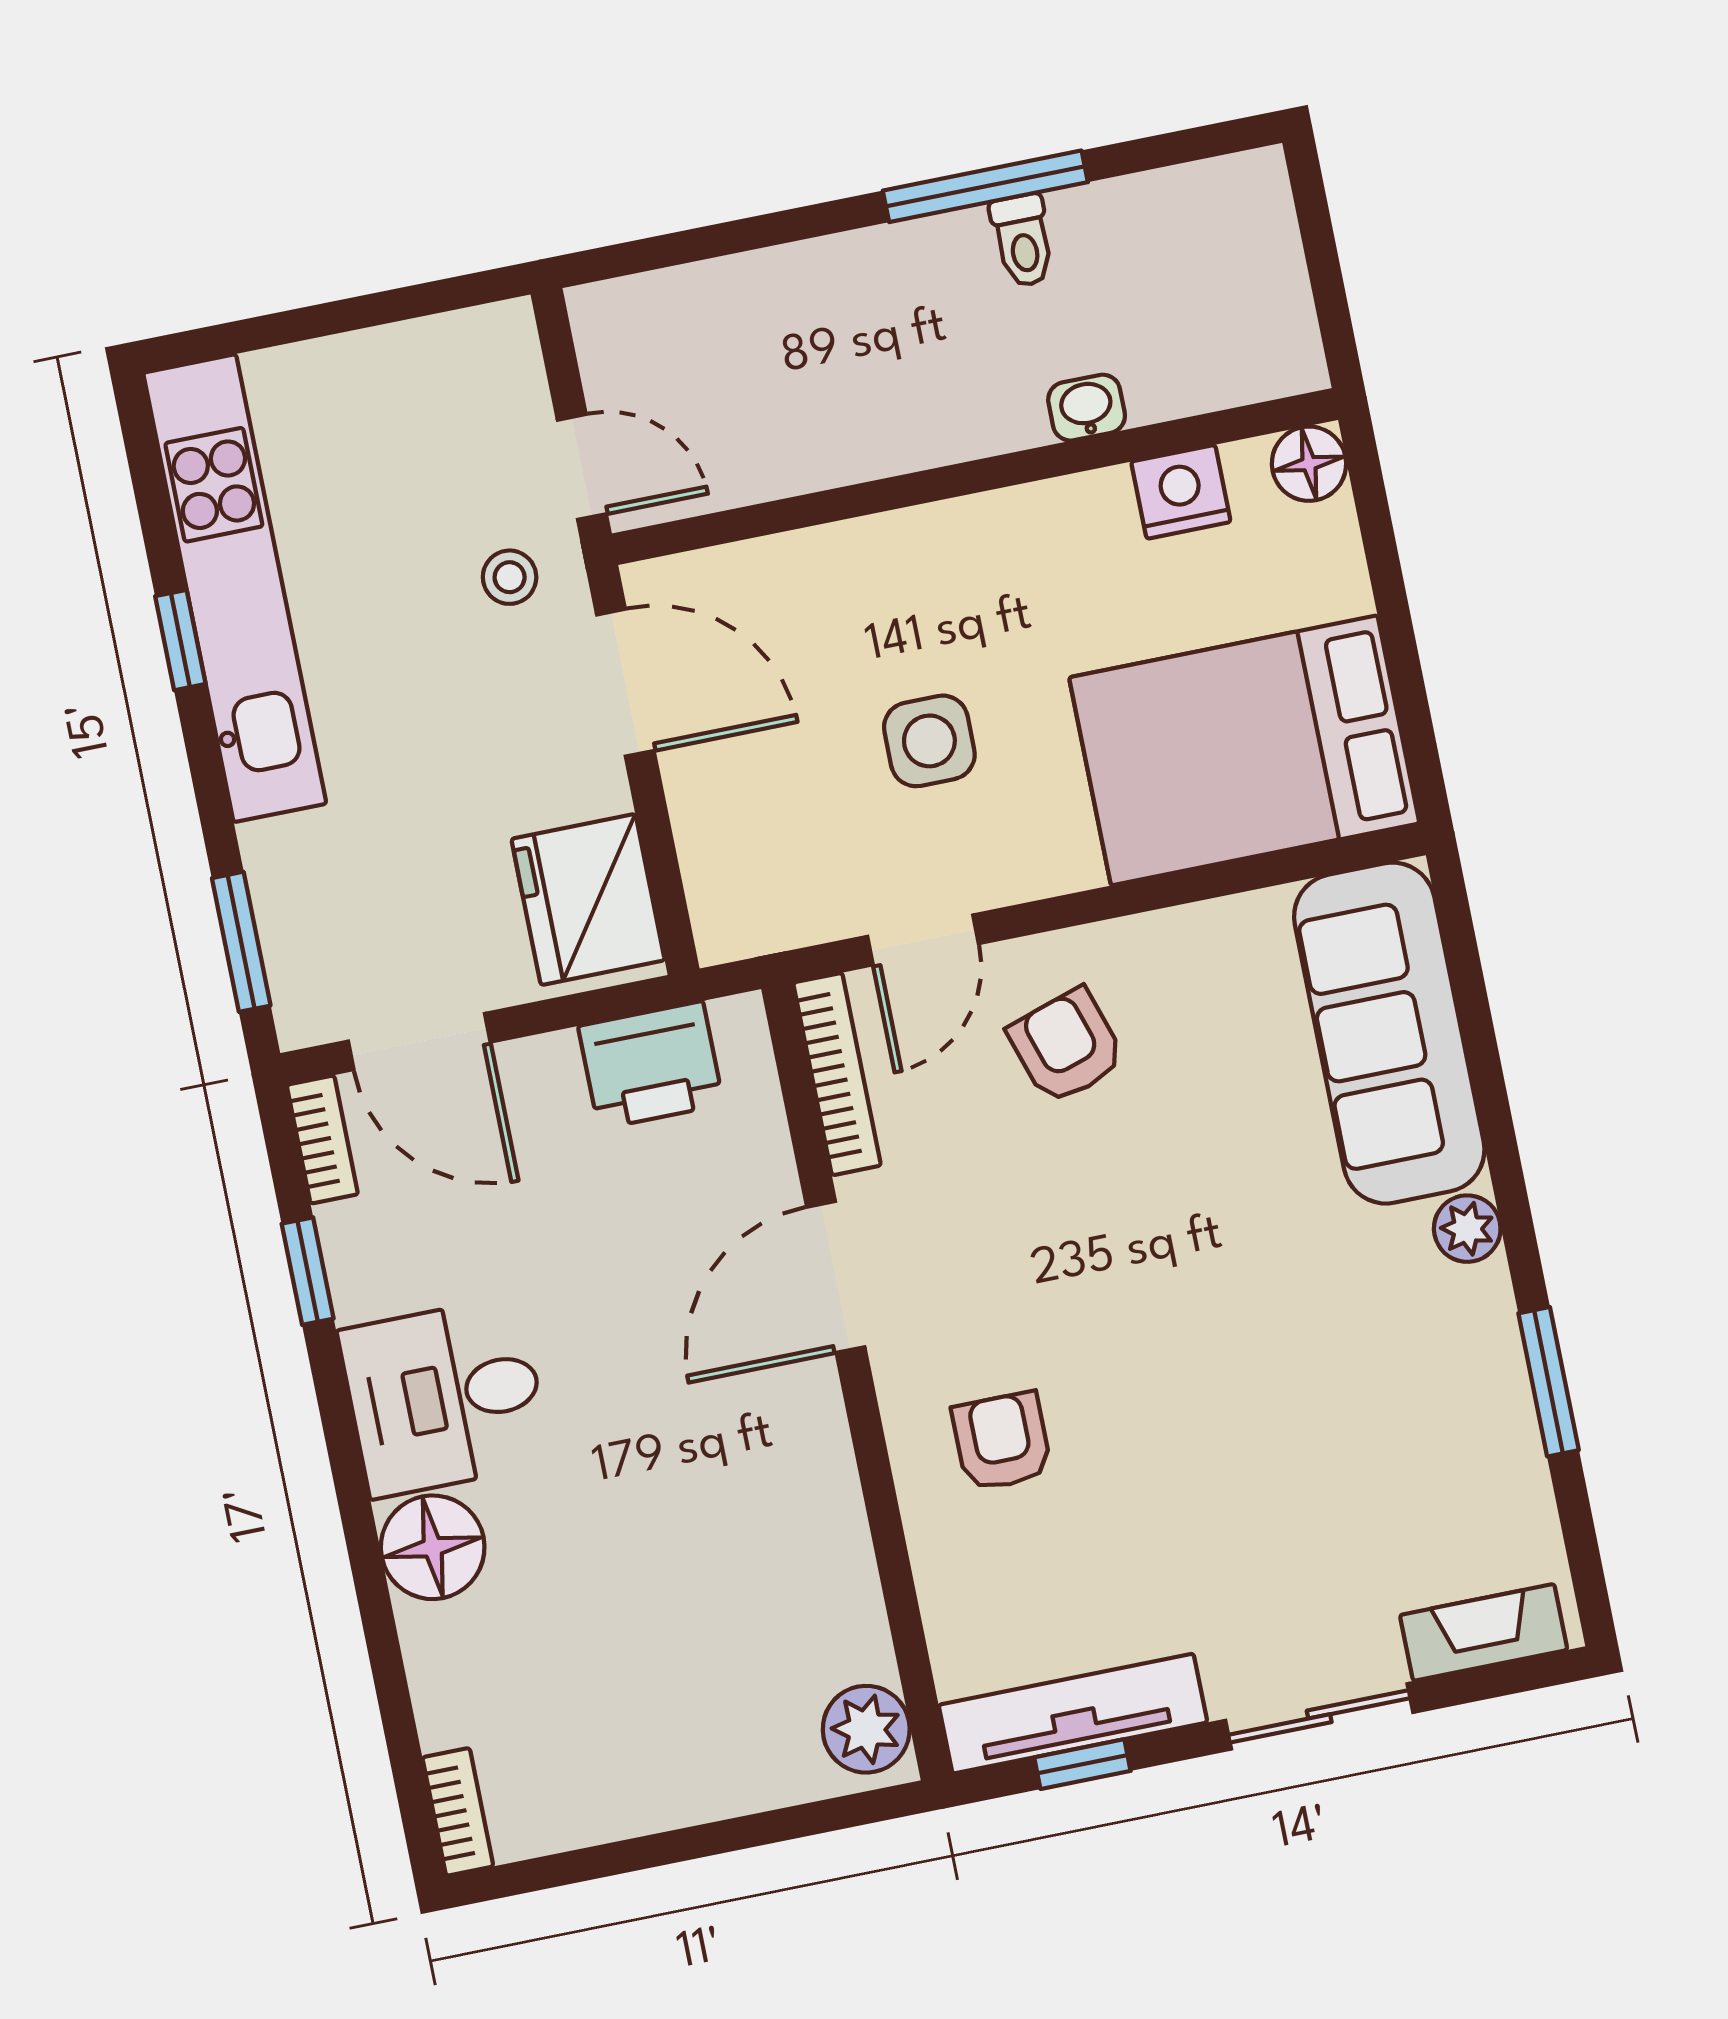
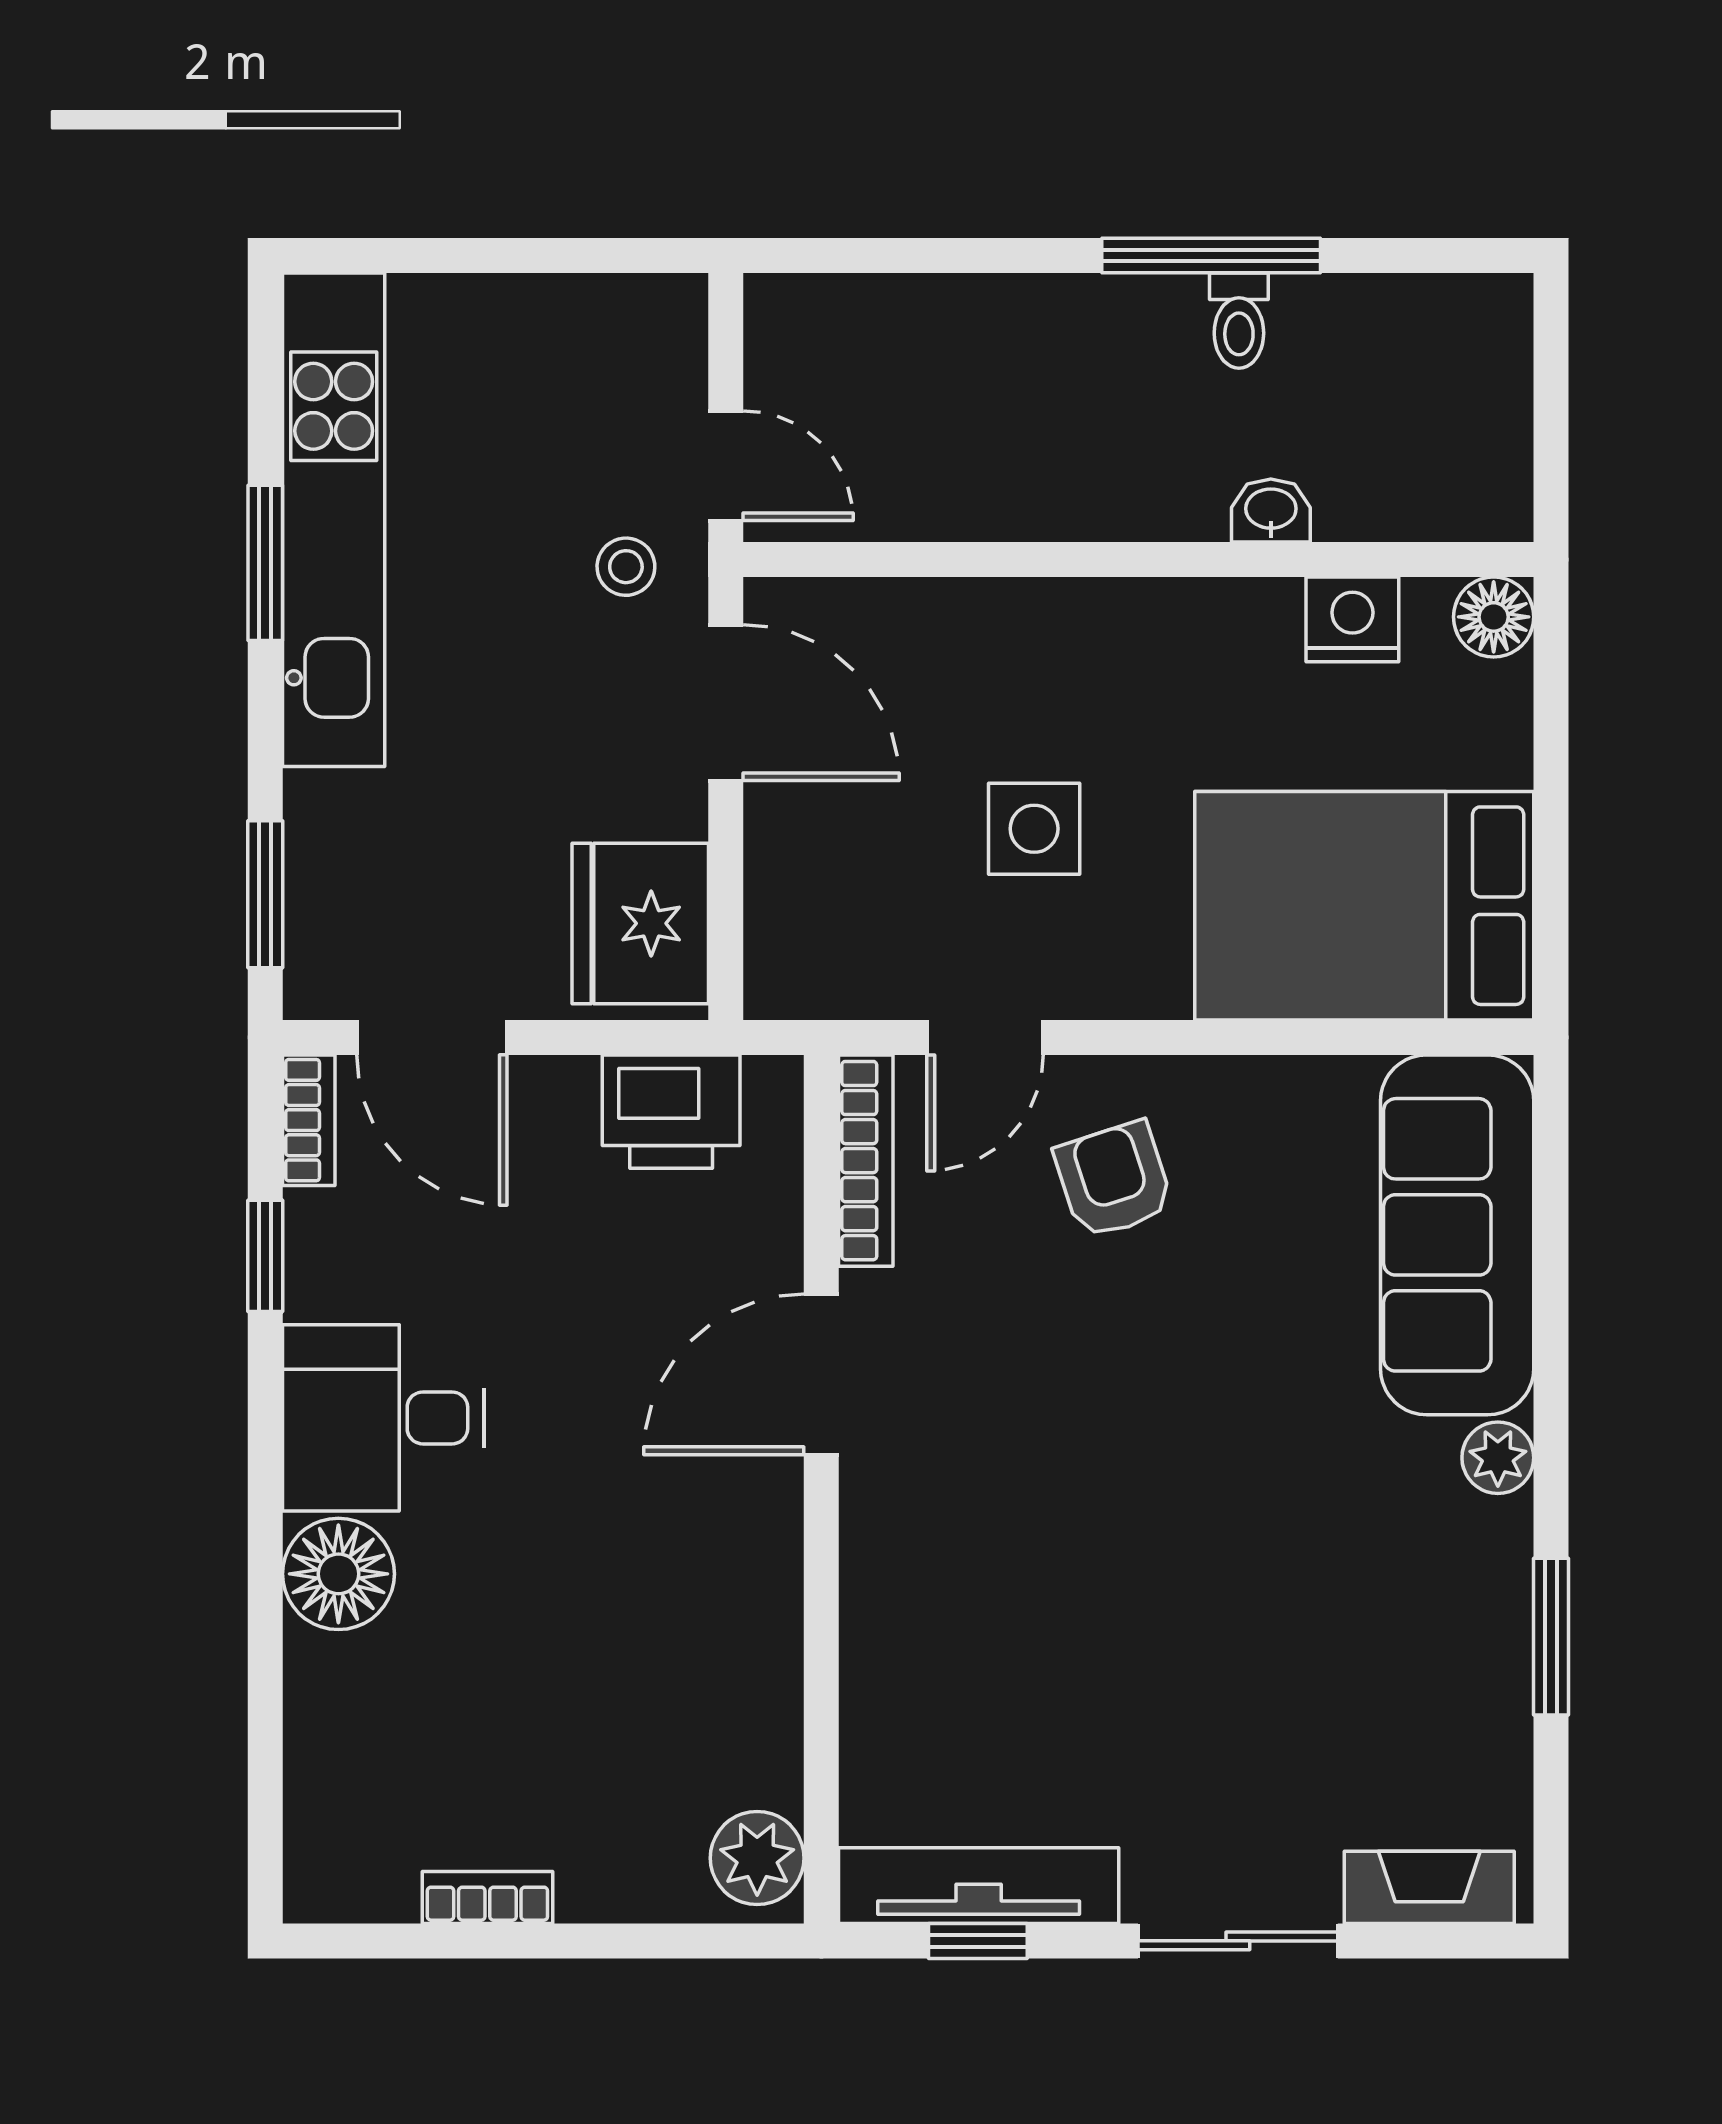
window: (180, 640) -> (265, 563), width x1.50
armchair: (1002, 1441) -> (961, 1583), removed
bookcase: (458, 1812) -> (487, 1897), moved, turned -90

